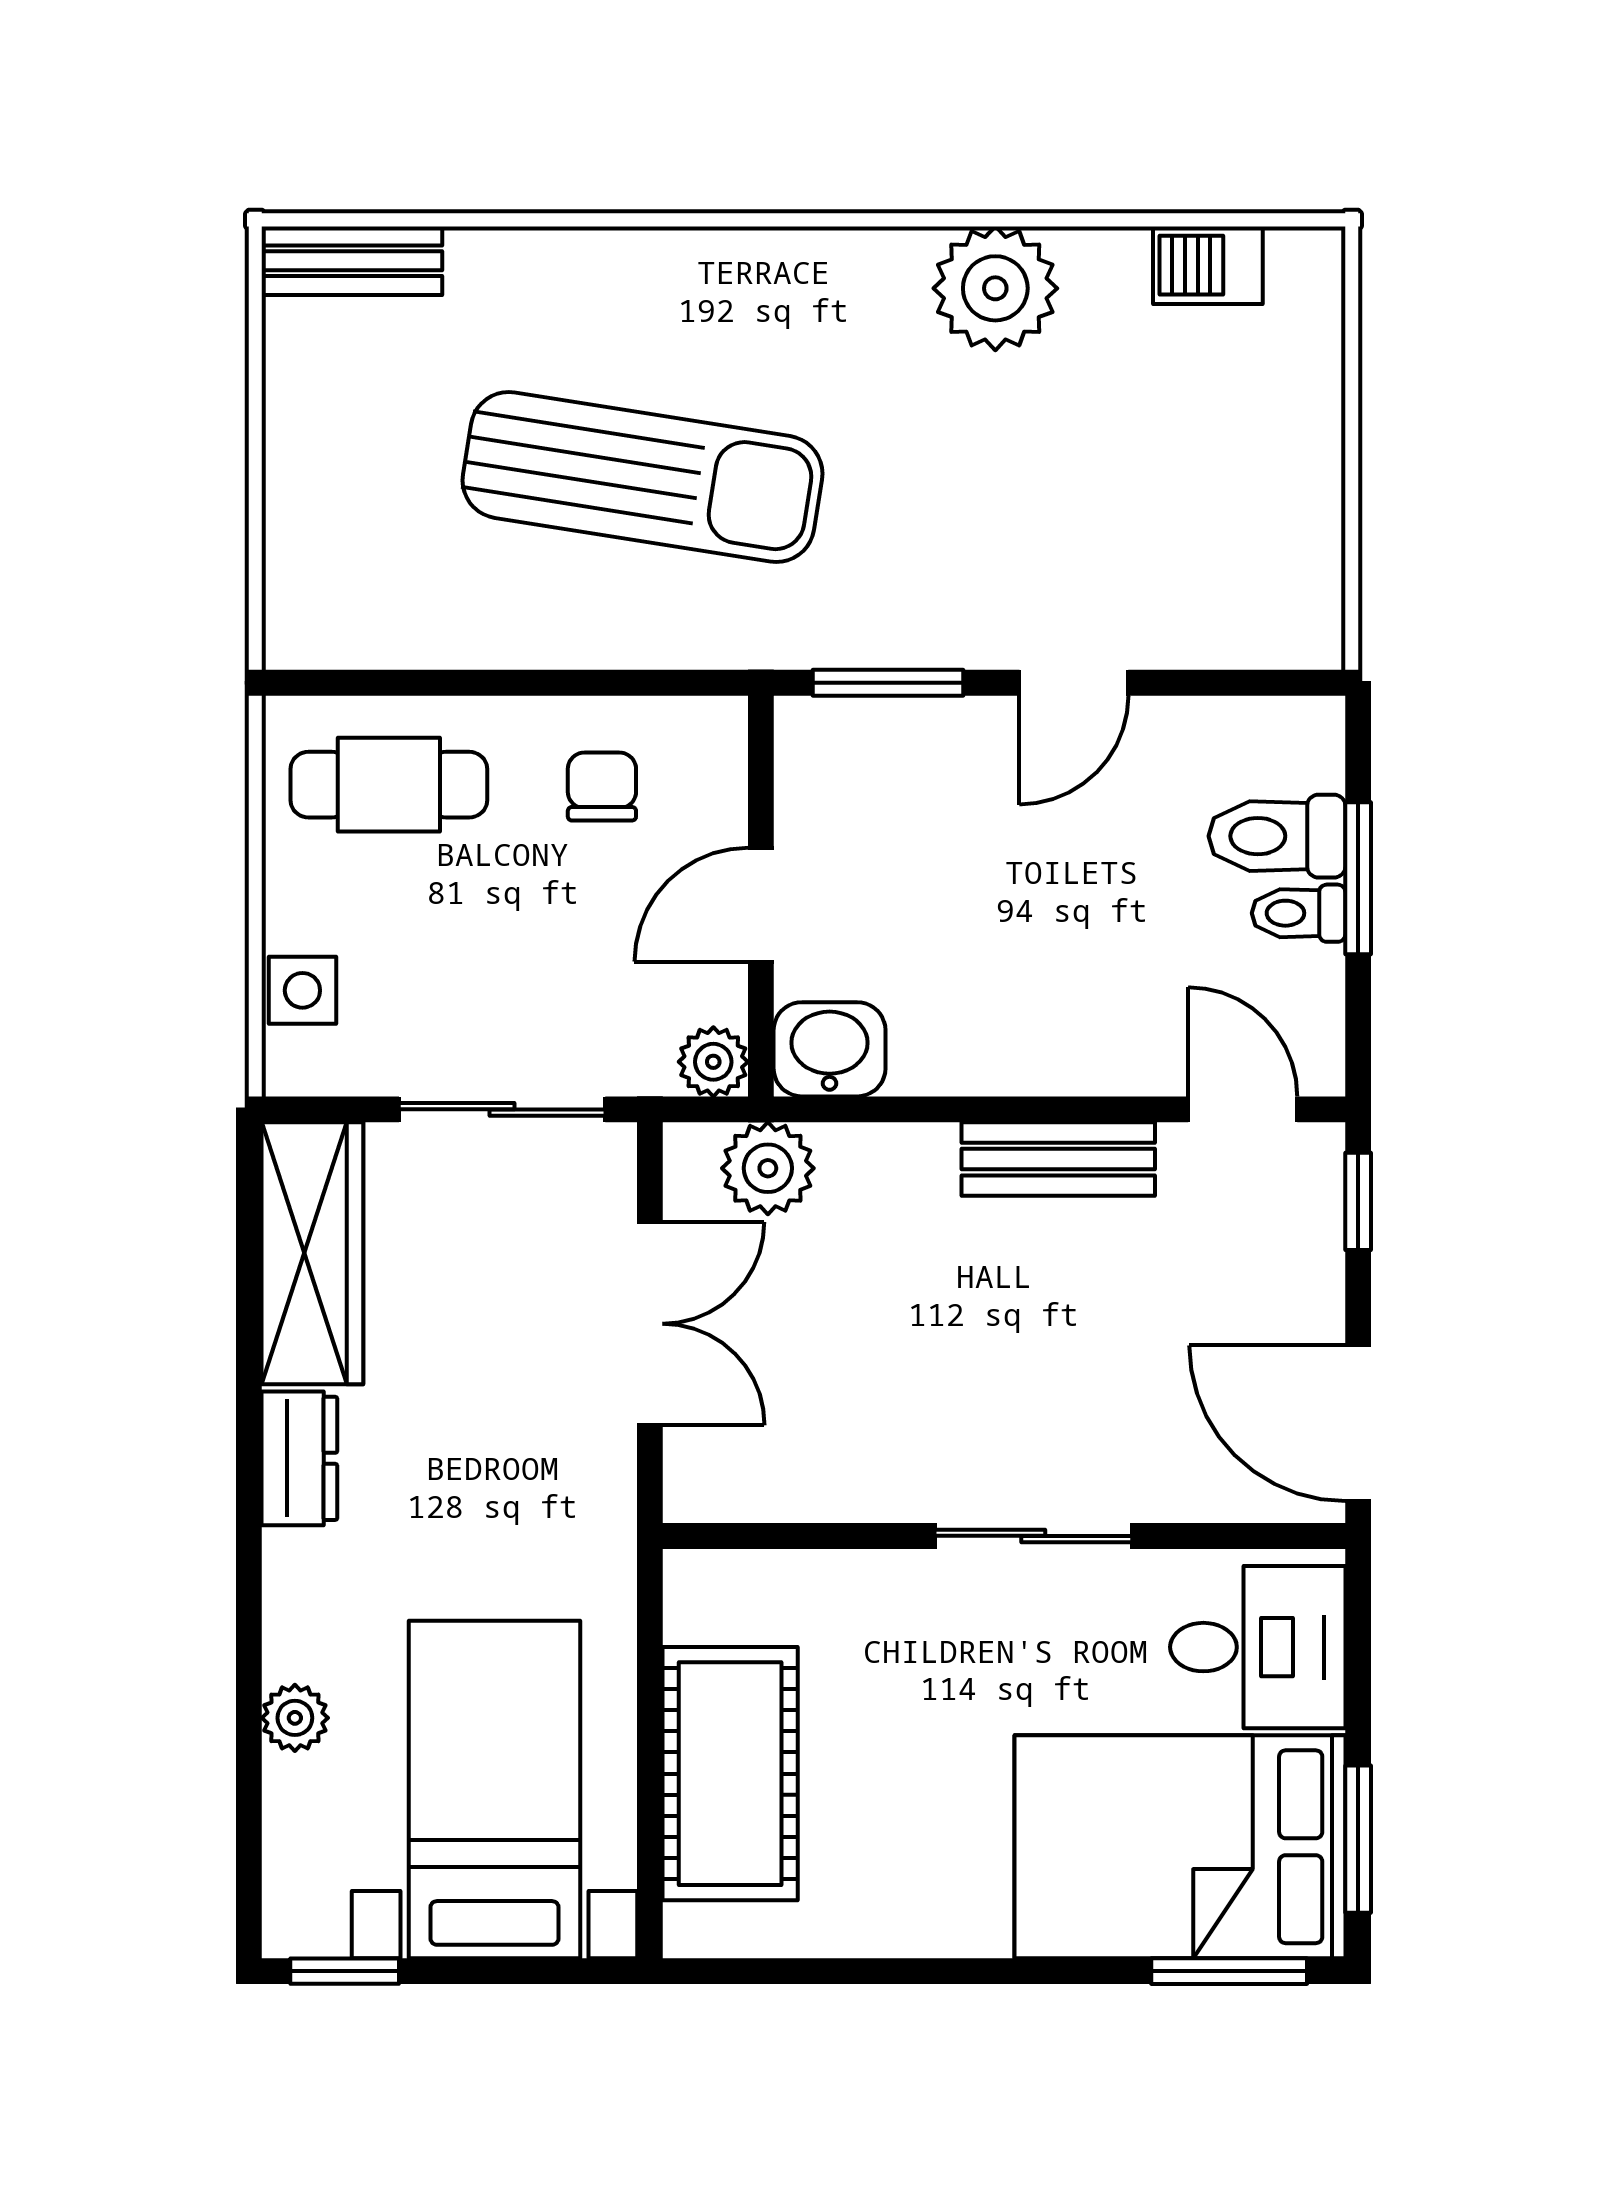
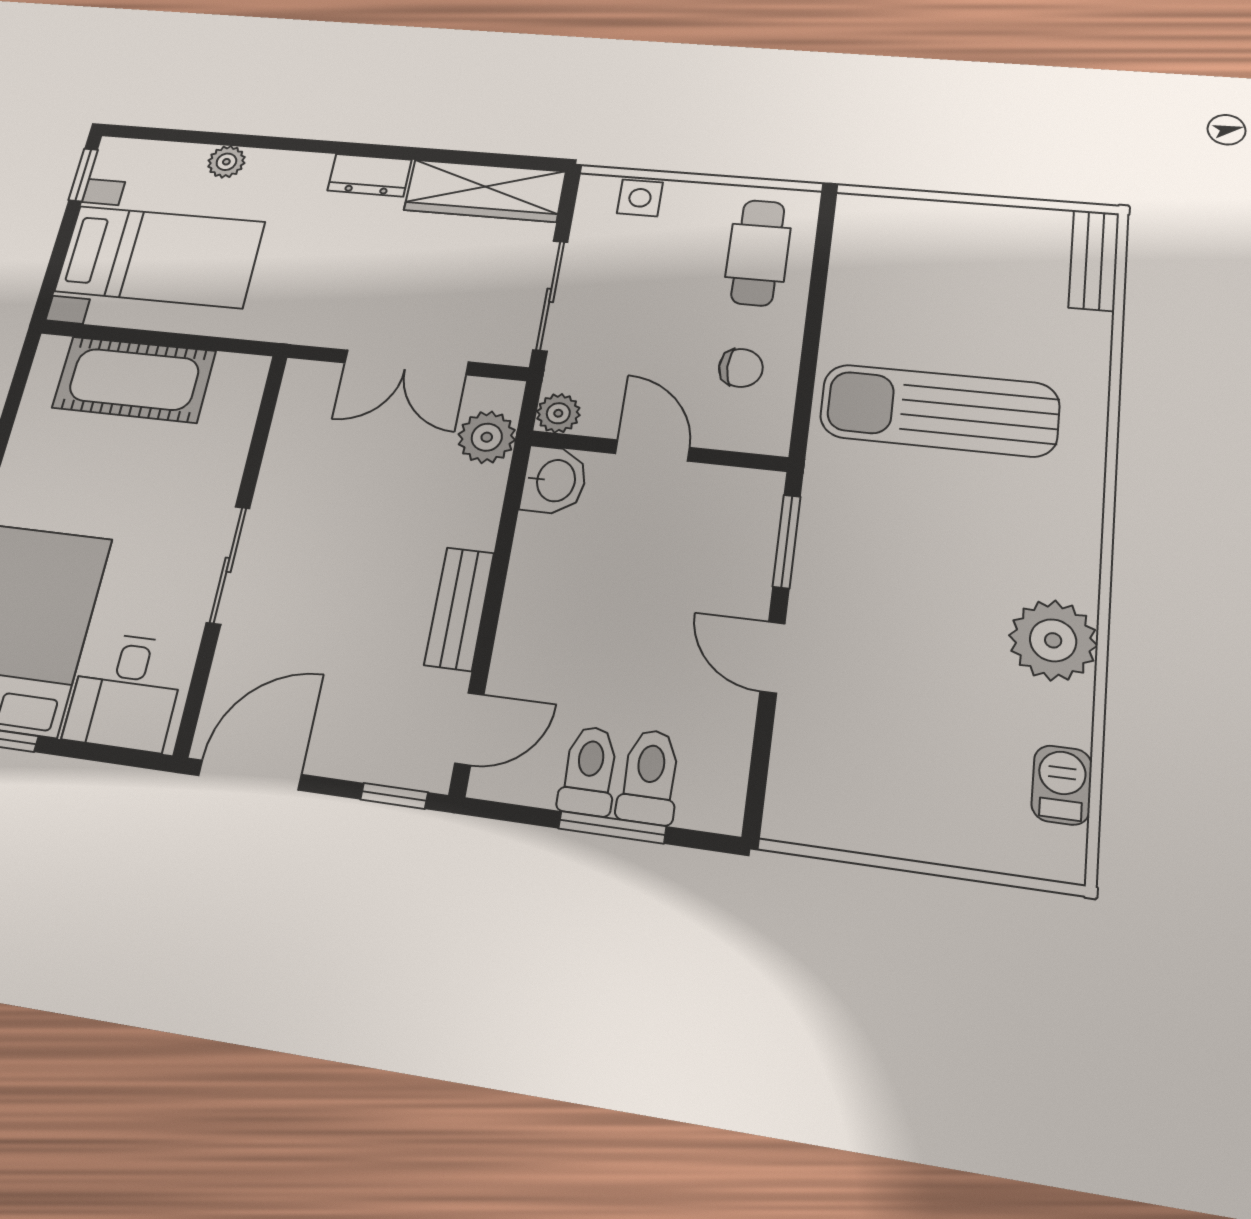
sun lounger: (642, 477) -> (939, 410), turned 81
toilet: (1299, 913) -> (589, 771), width x1.37, depth x1.39

